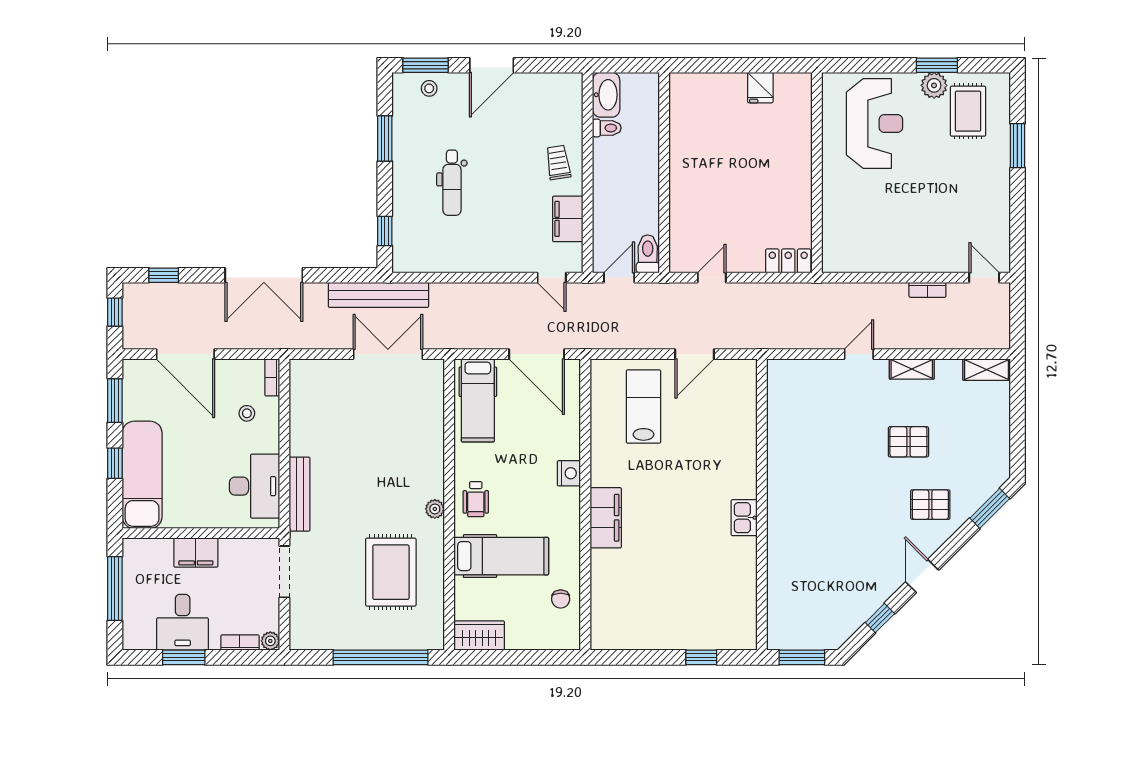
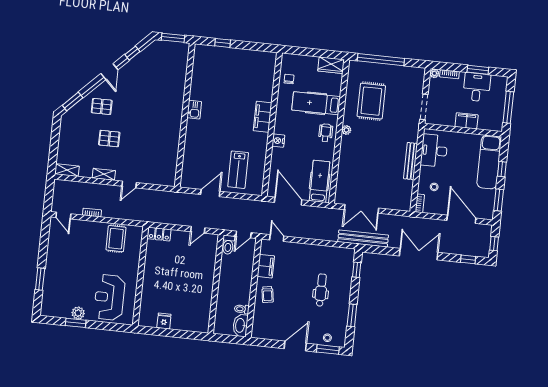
rug: (968, 111) -> (116, 239), moved
bench: (300, 494) -> (411, 161), moved

